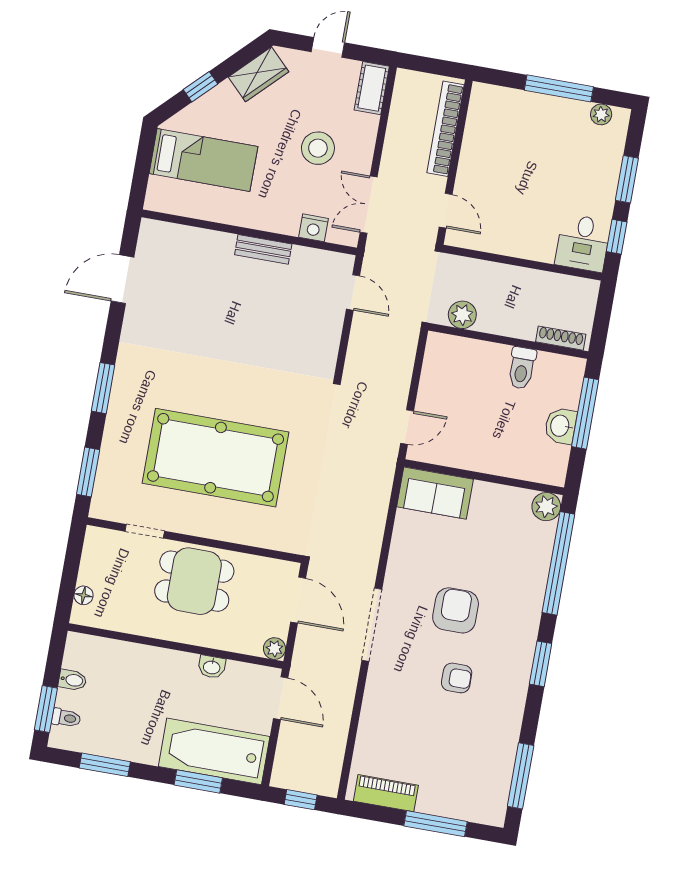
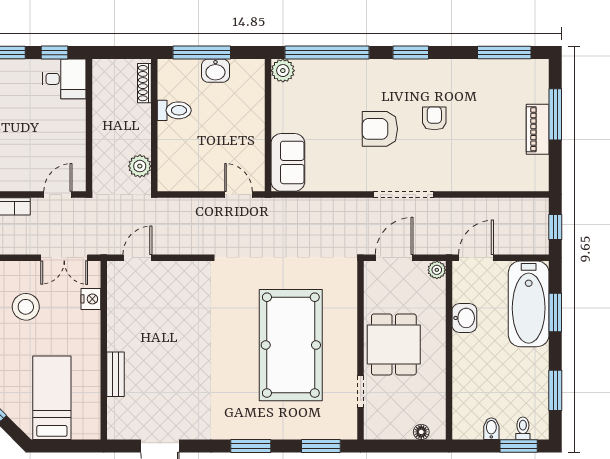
bench: (263, 249) -> (116, 374), moved
washbasin: (212, 667) -> (464, 318), width x1.38, depth x1.45
piano: (386, 793) -> (538, 129), moved

